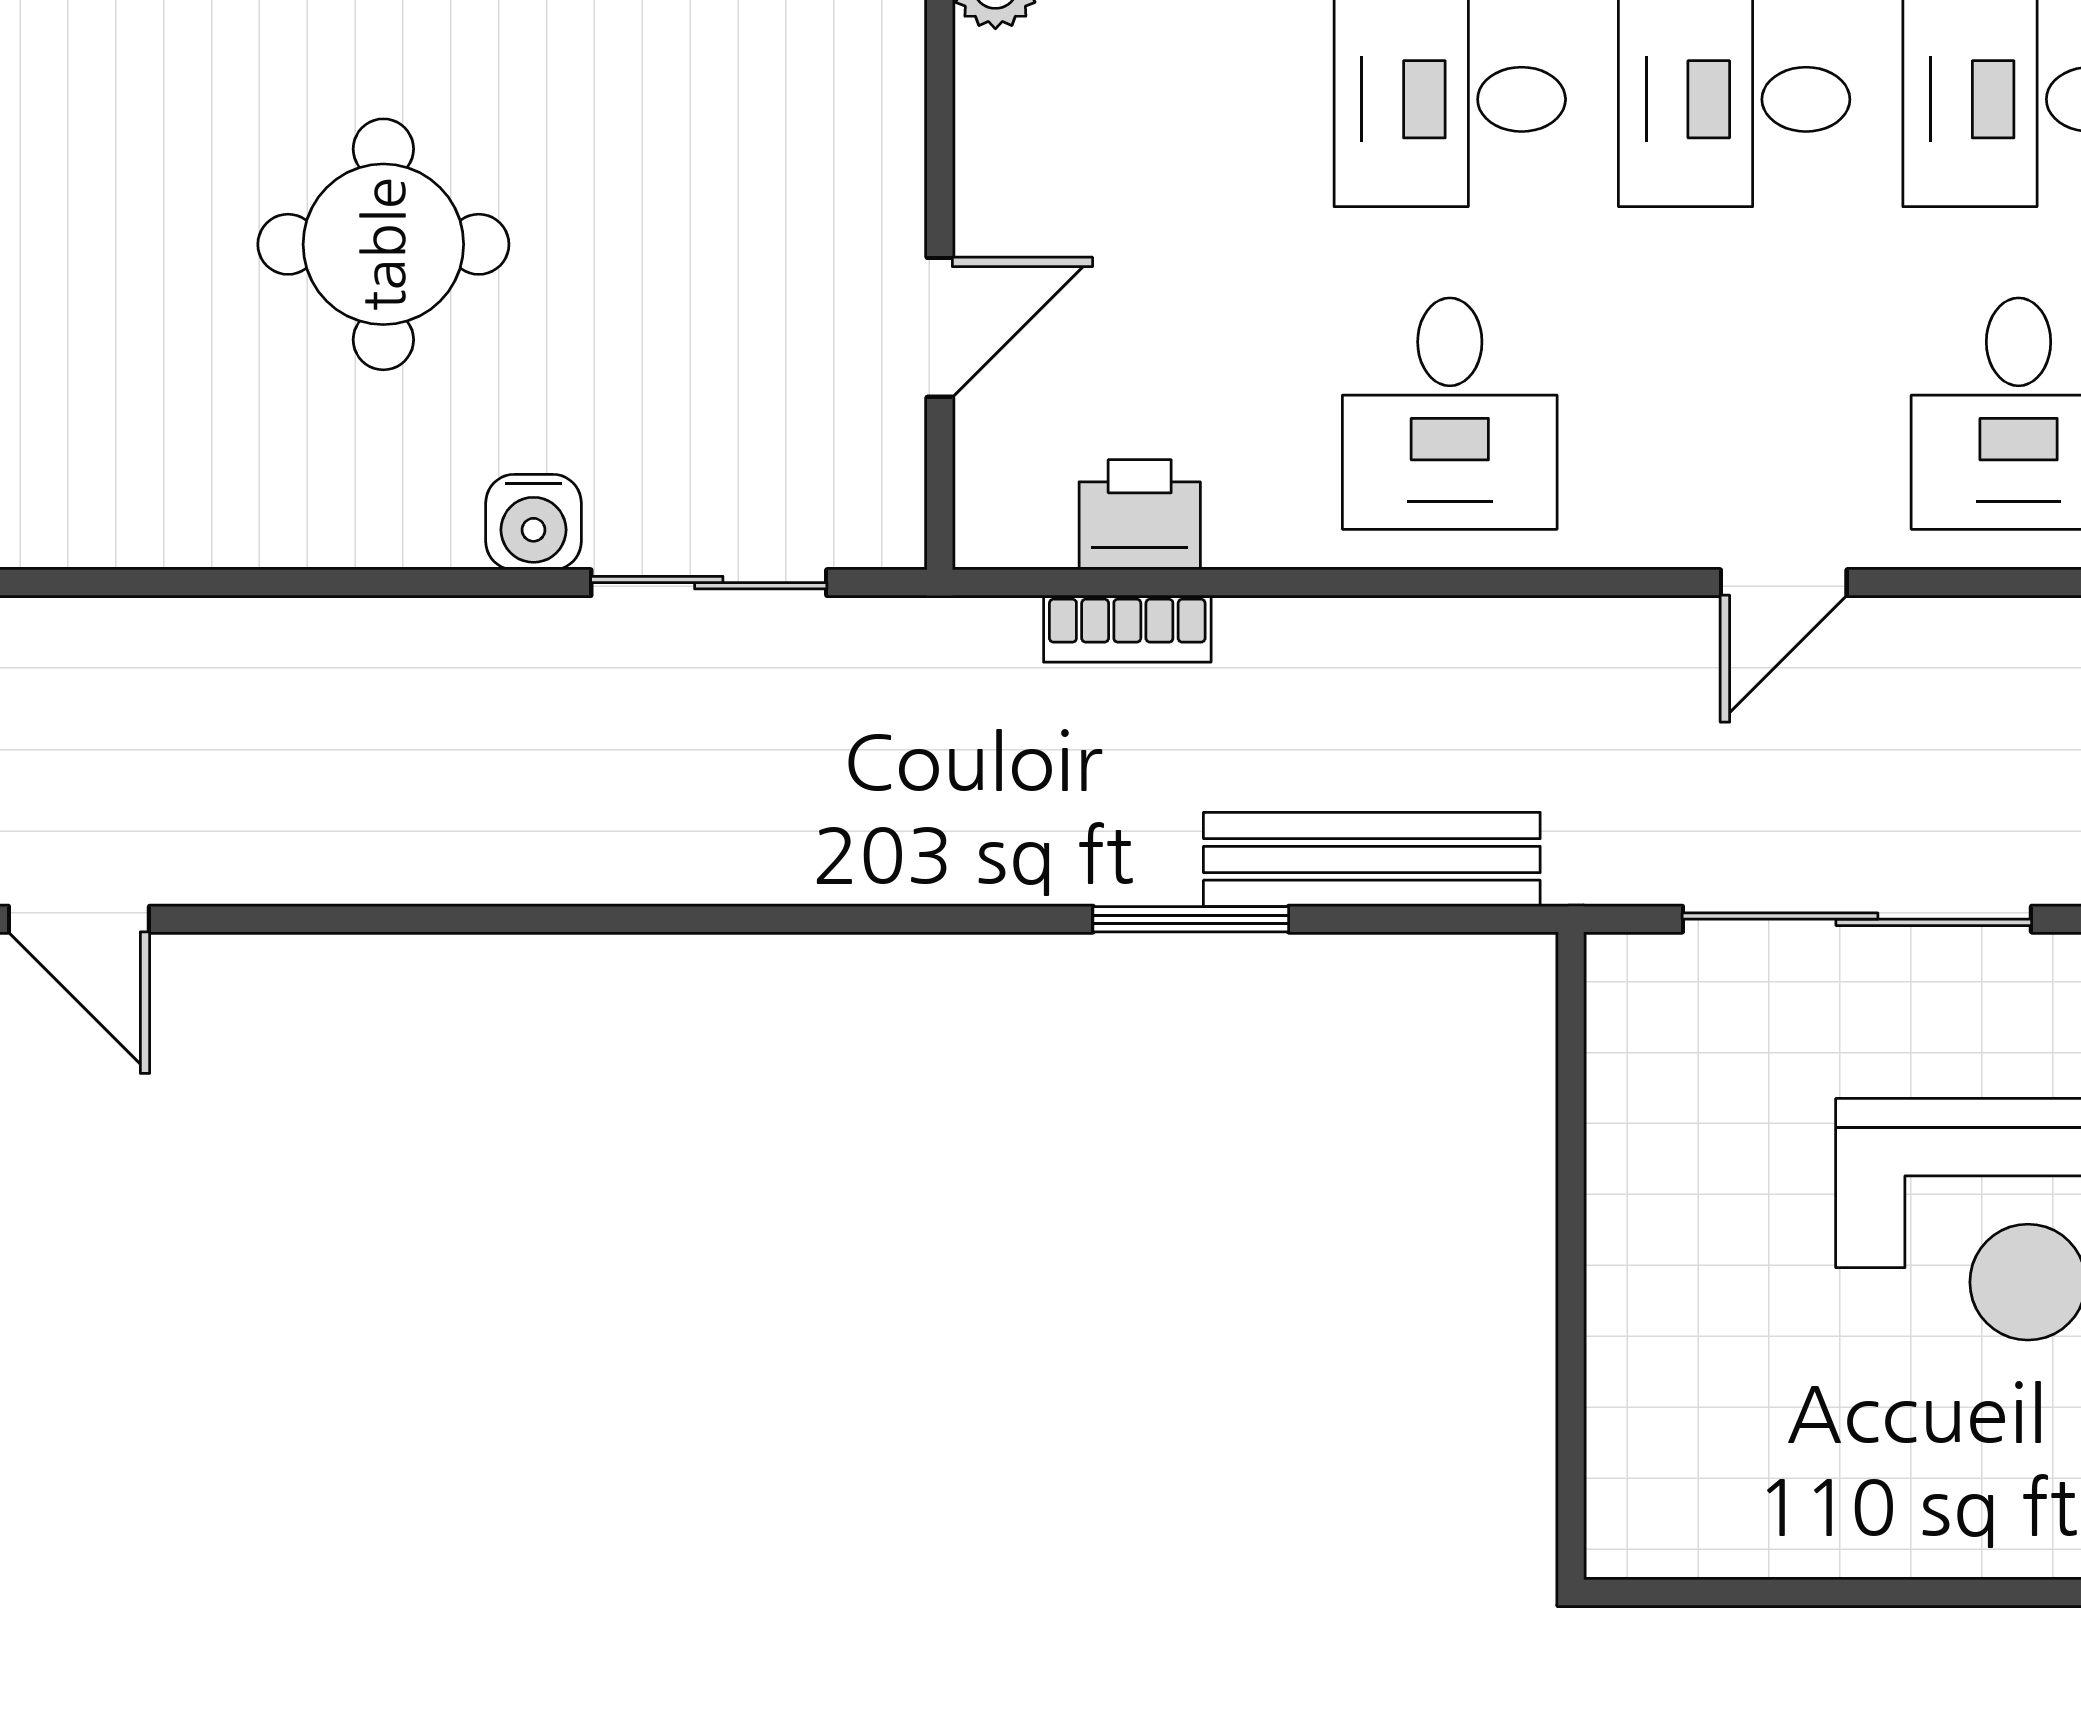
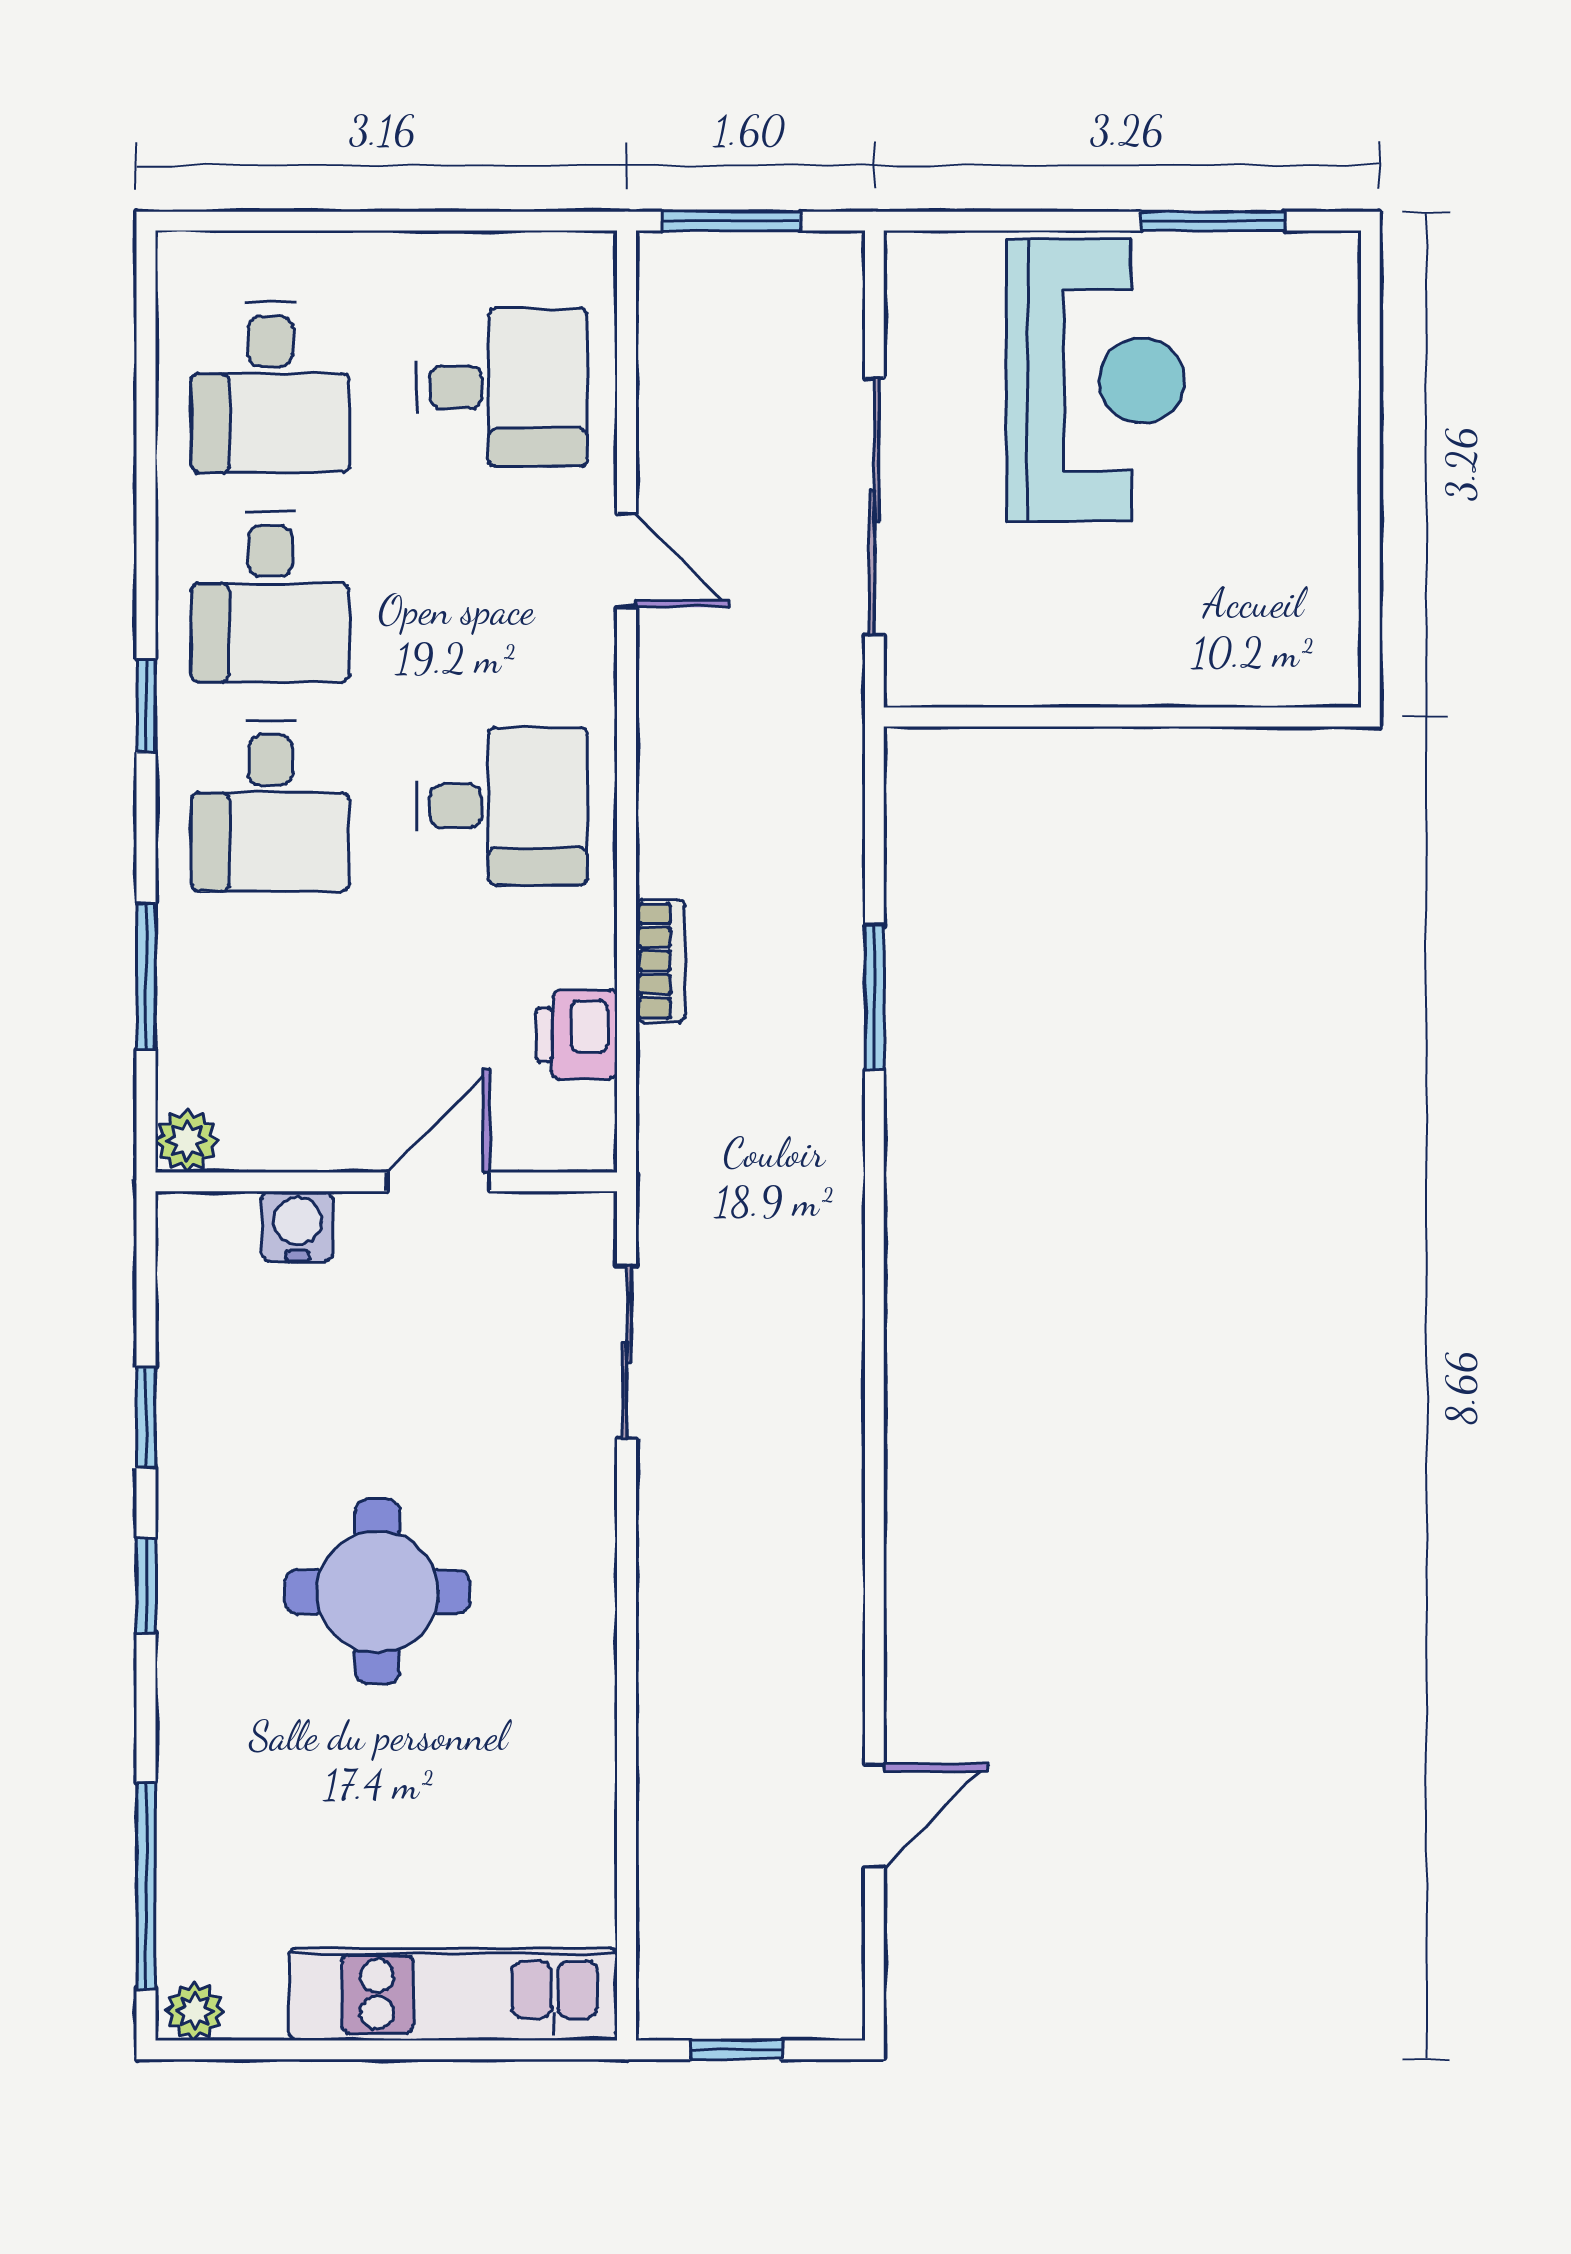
door: (940, 327) -> (438, 1182), hinge flipped
water cooler: (534, 522) -> (297, 1226), moved, turned -90
bookcase: (1127, 629) -> (660, 961), moved
bench: (1372, 859) -> (830, 864), removed

